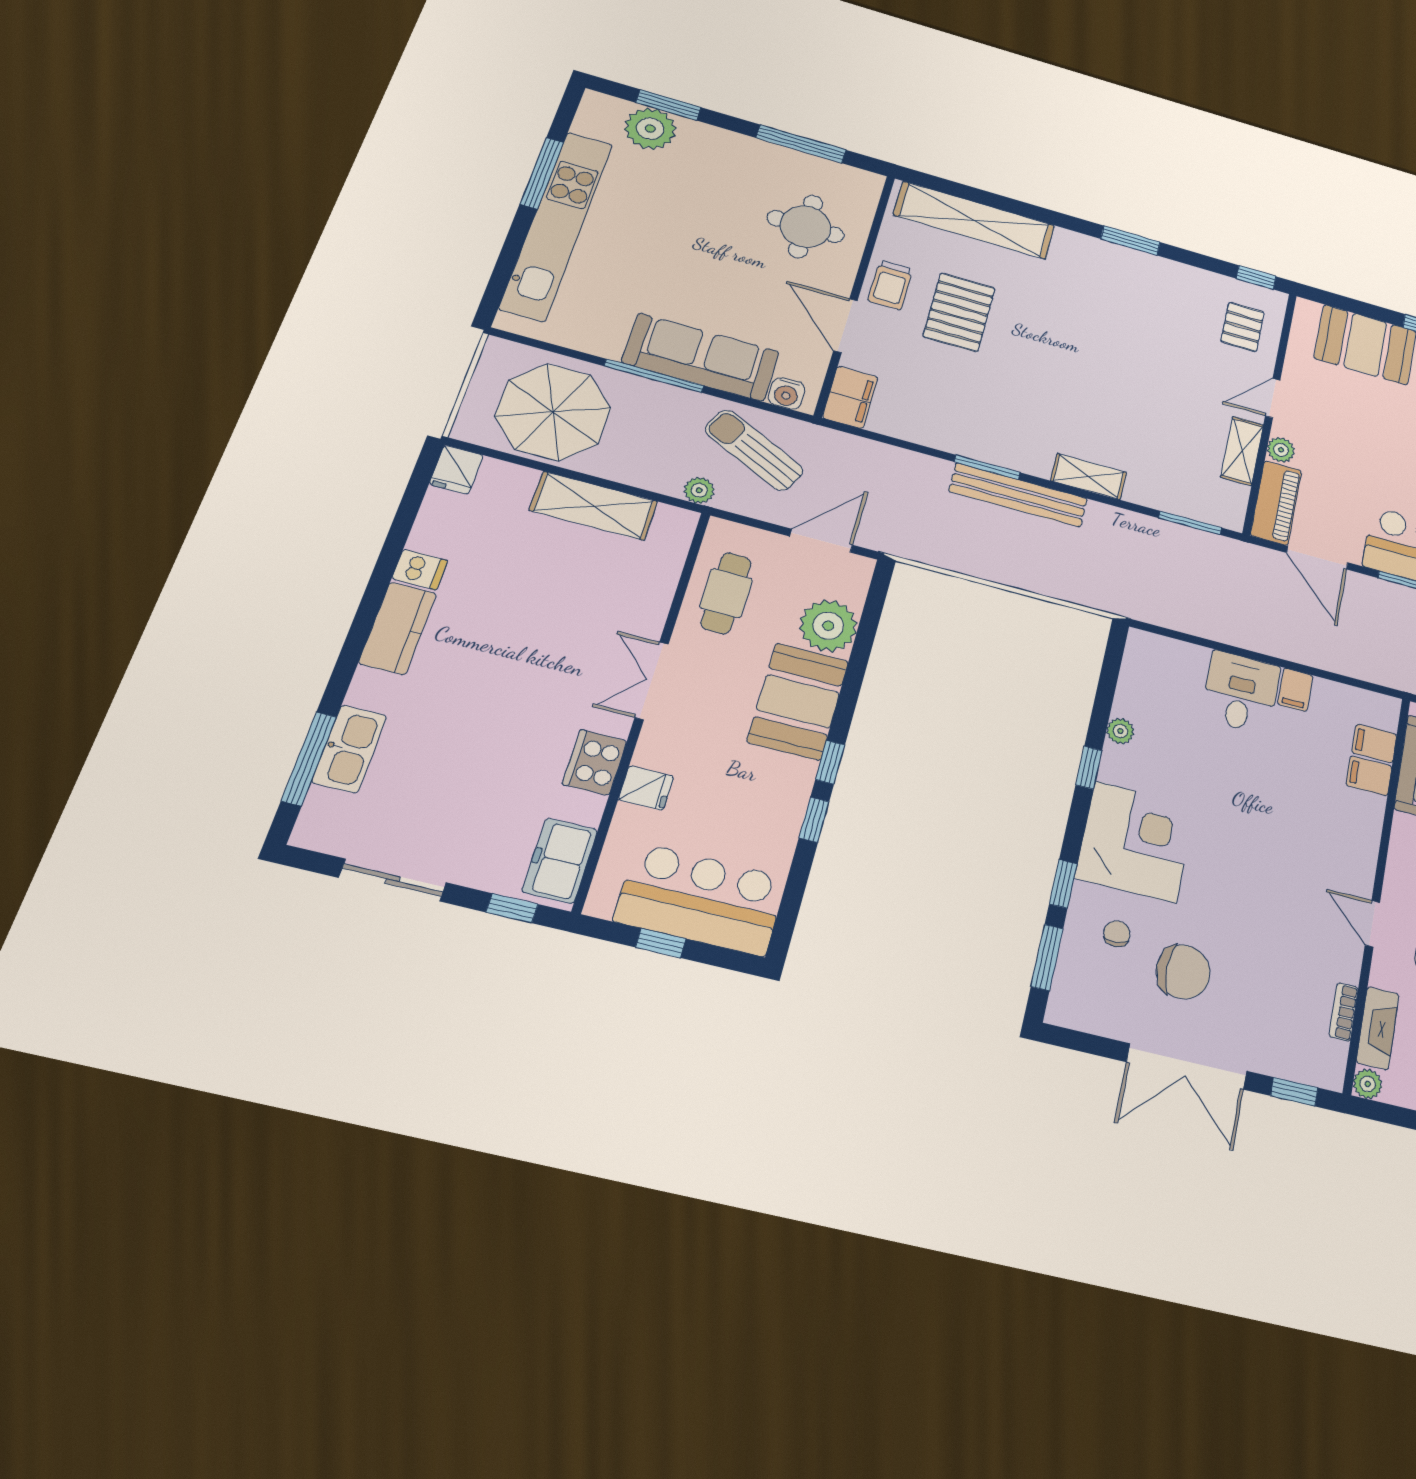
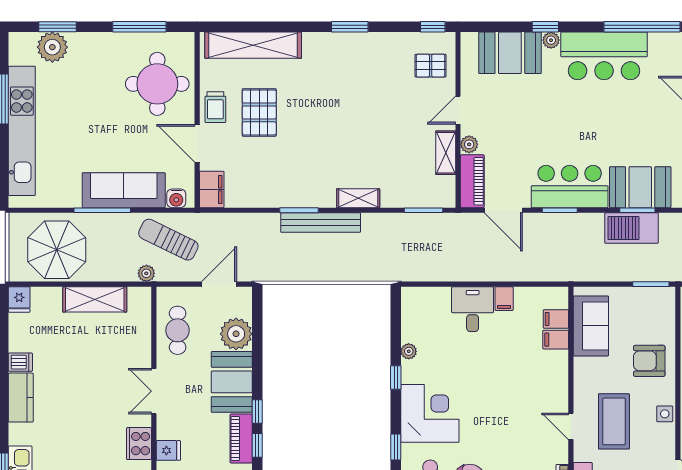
round table: (806, 227) -> (157, 84), width x1.36, depth x1.36
pallet: (1243, 327) -> (431, 66), turned 90
piano: (788, 801) -> (241, 438), added

